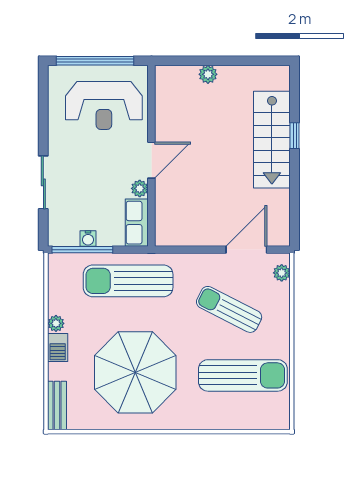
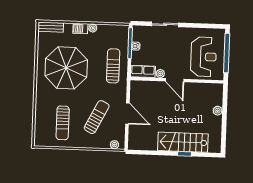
reception desk: (104, 105) -> (204, 57), turned 180
door: (246, 250) -> (127, 114), moved
sun lounger: (128, 281) -> (113, 66), width x0.73, depth x0.75
sun lounger: (243, 375) -> (63, 123), width x0.73, depth x0.75

